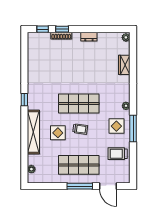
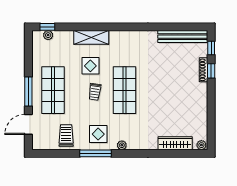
dresser: (89, 37) -> (202, 102), removed
bench: (33, 53) -> (183, 37), added
wardrobe: (124, 65) -> (175, 143), width x1.50
window: (24, 100) -> (47, 27), moved
shelving: (33, 132) -> (91, 37), width x0.68

